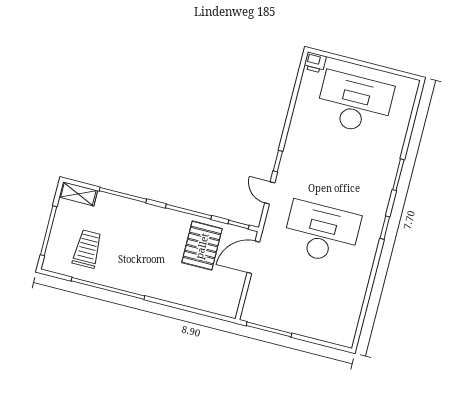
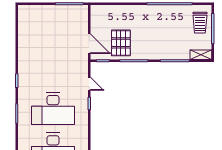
desk: (322, 232) -> (53, 109), moved
trolley: (87, 249) -> (200, 23), moved
door: (253, 257) -> (89, 44), hinge flipped

